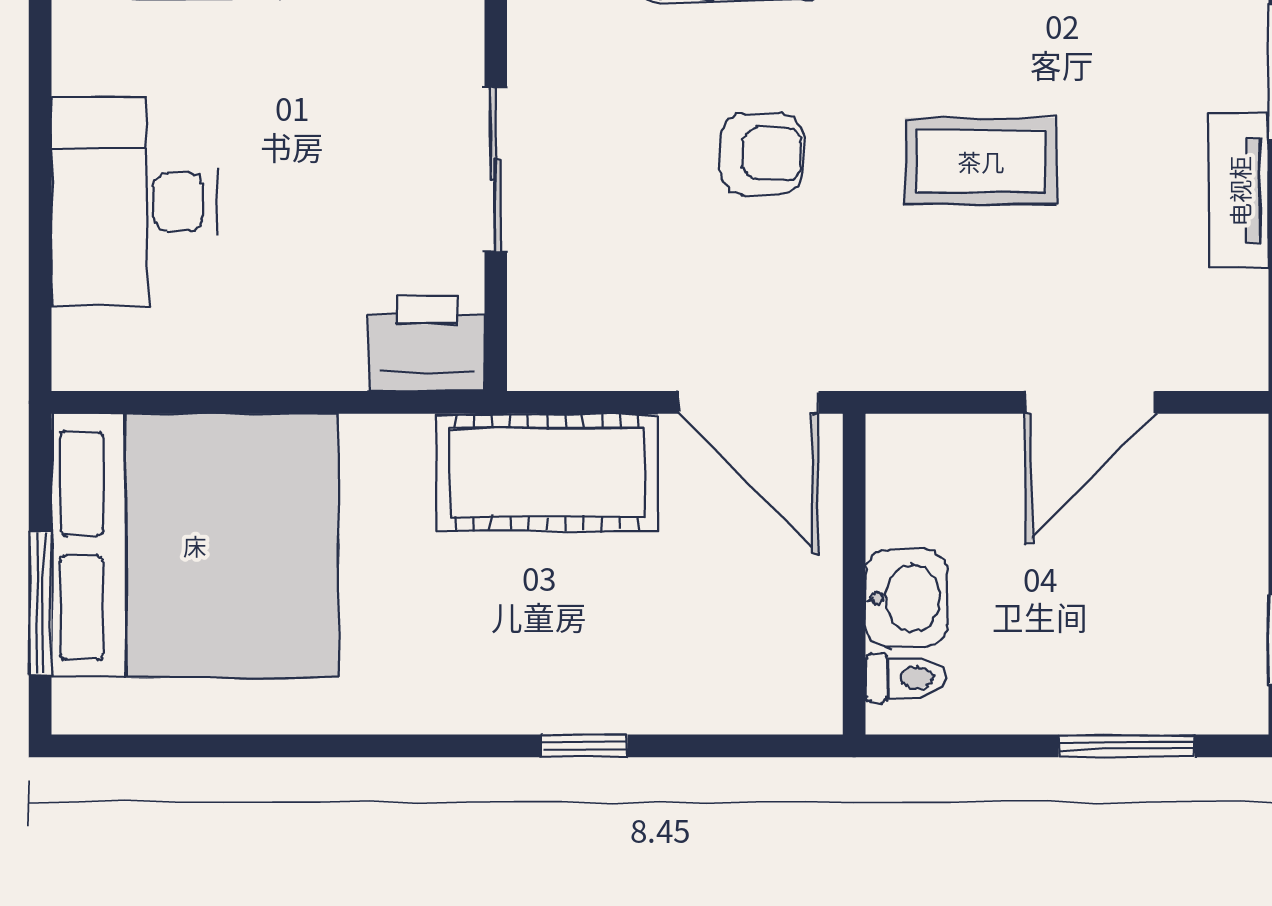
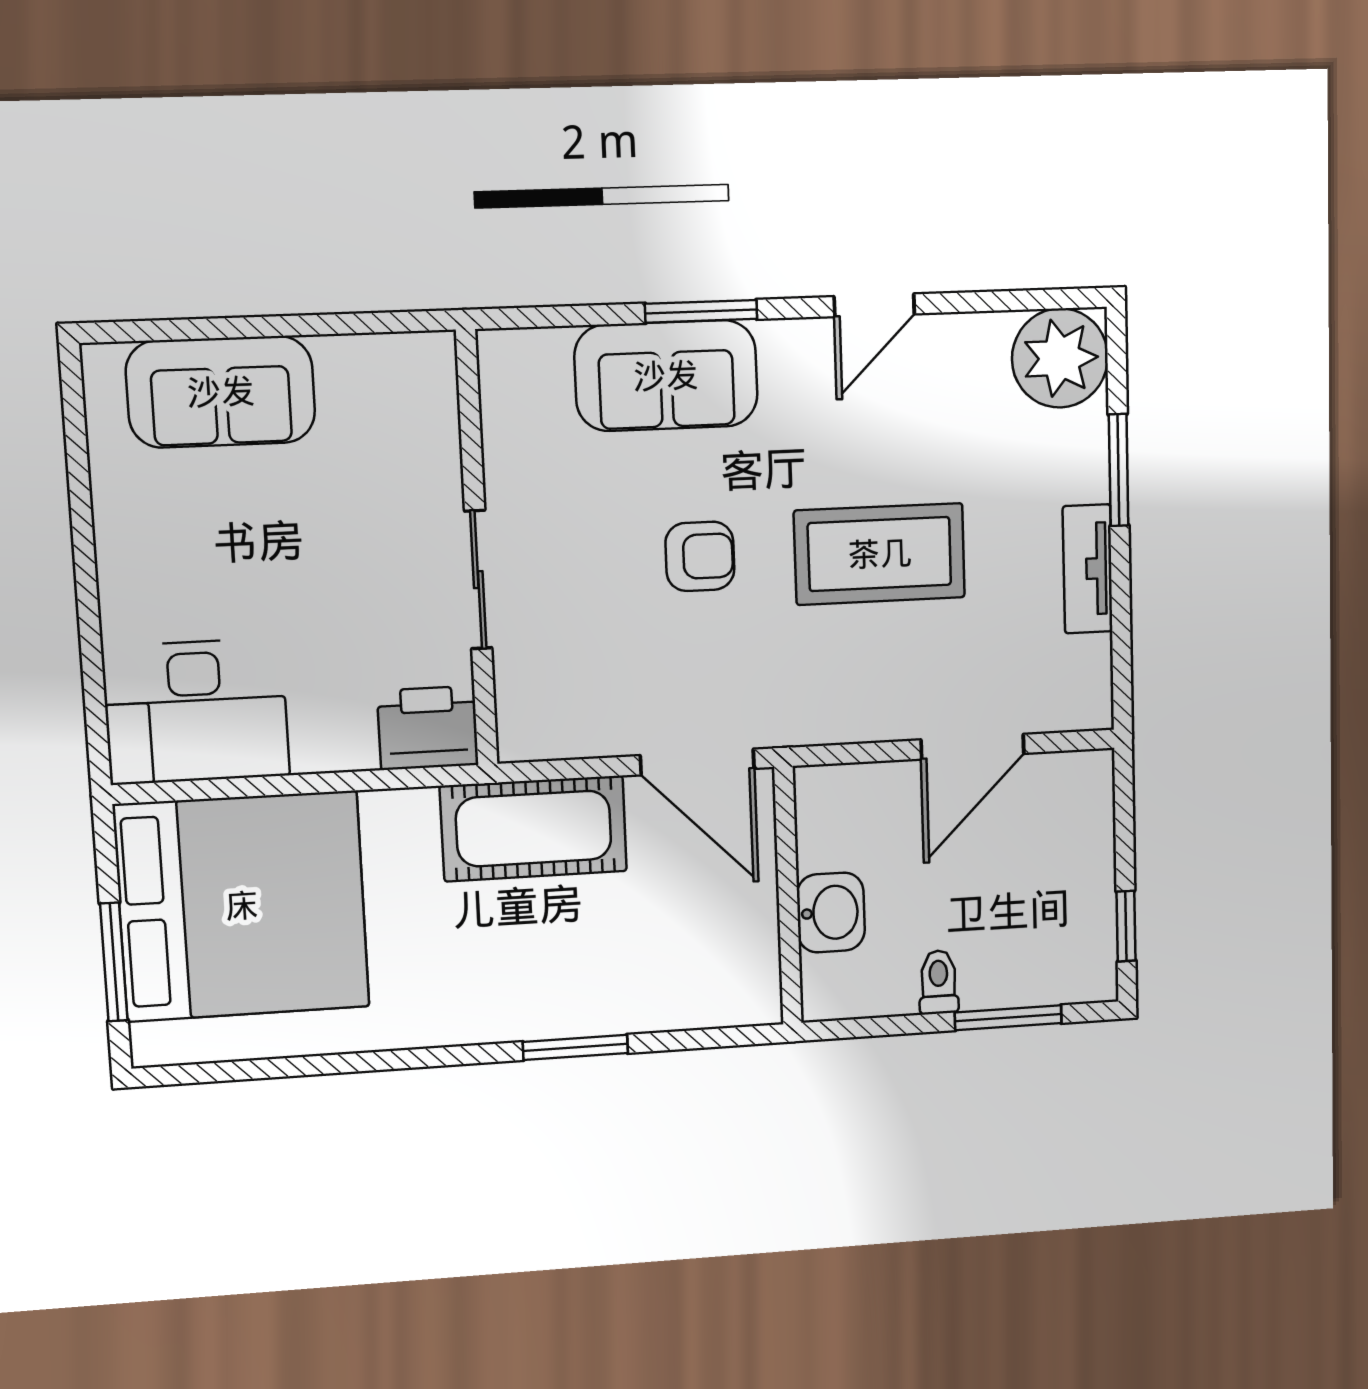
coffee table: (981, 161) -> (880, 554), width x1.36, depth x1.32
desk: (134, 202) -> (196, 712), moved, turned -90
toilet: (905, 678) -> (939, 982), moved, turned -90
window: (585, 746) -> (575, 1047), width x1.50

